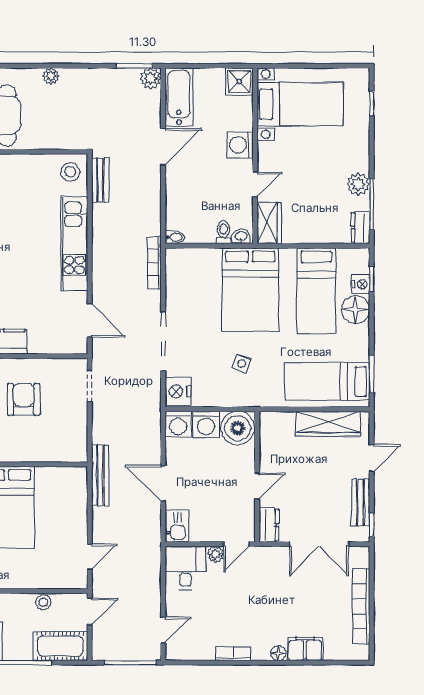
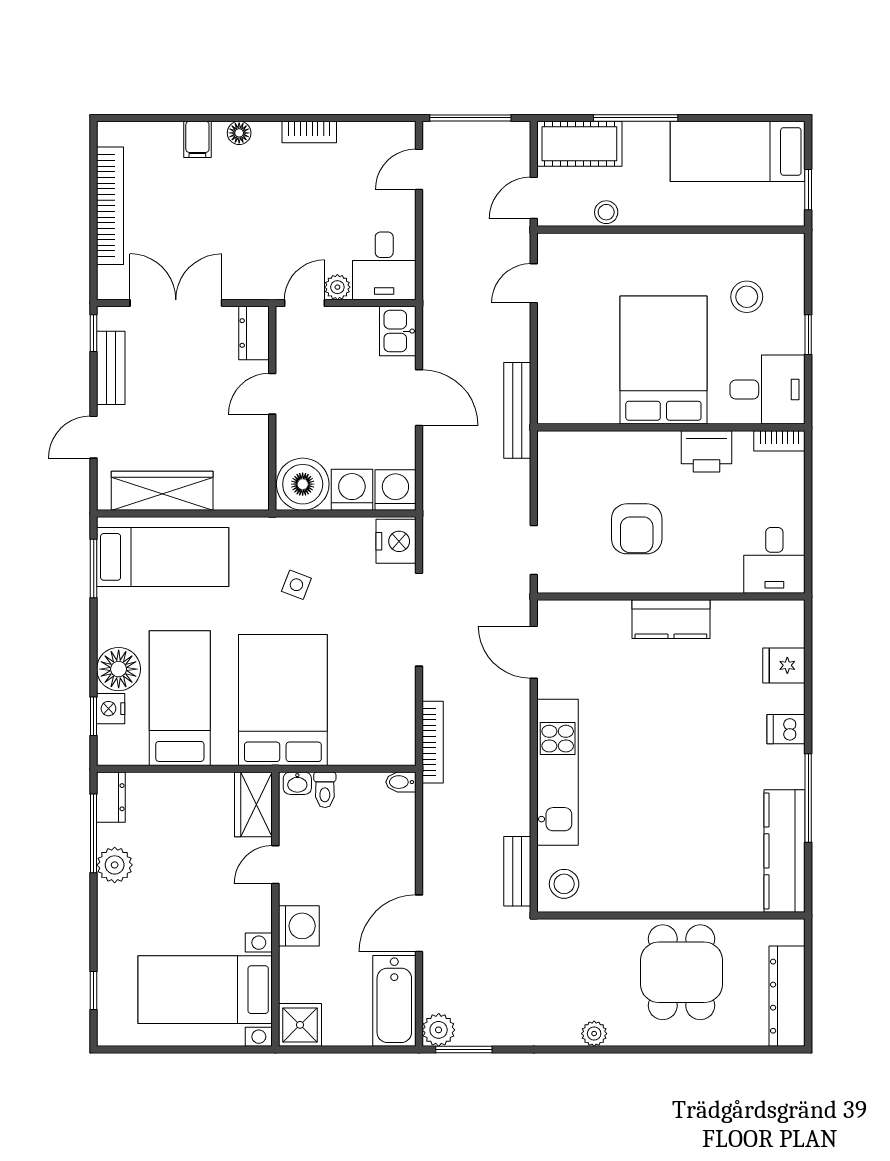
filing cabinet: (305, 649) -> (197, 139), width x0.50

